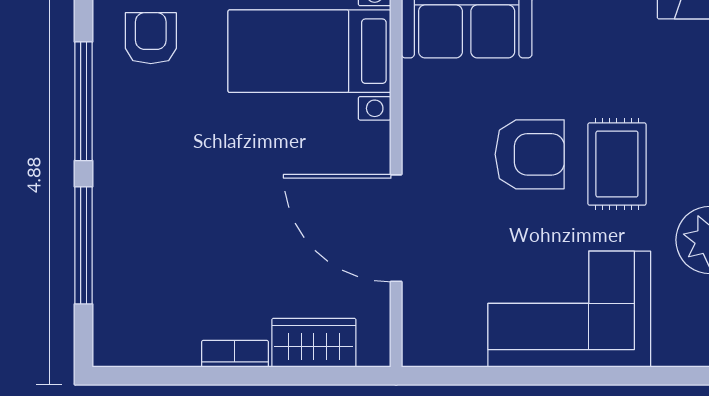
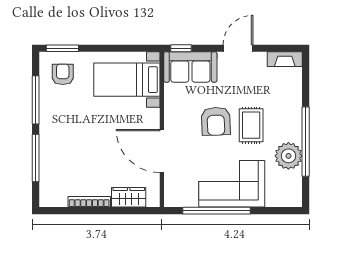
armchair: (530, 154) -> (216, 121), turned 88
bookcase: (235, 354) -> (89, 202), width x1.56
window: (531, 376) -> (216, 211), added

